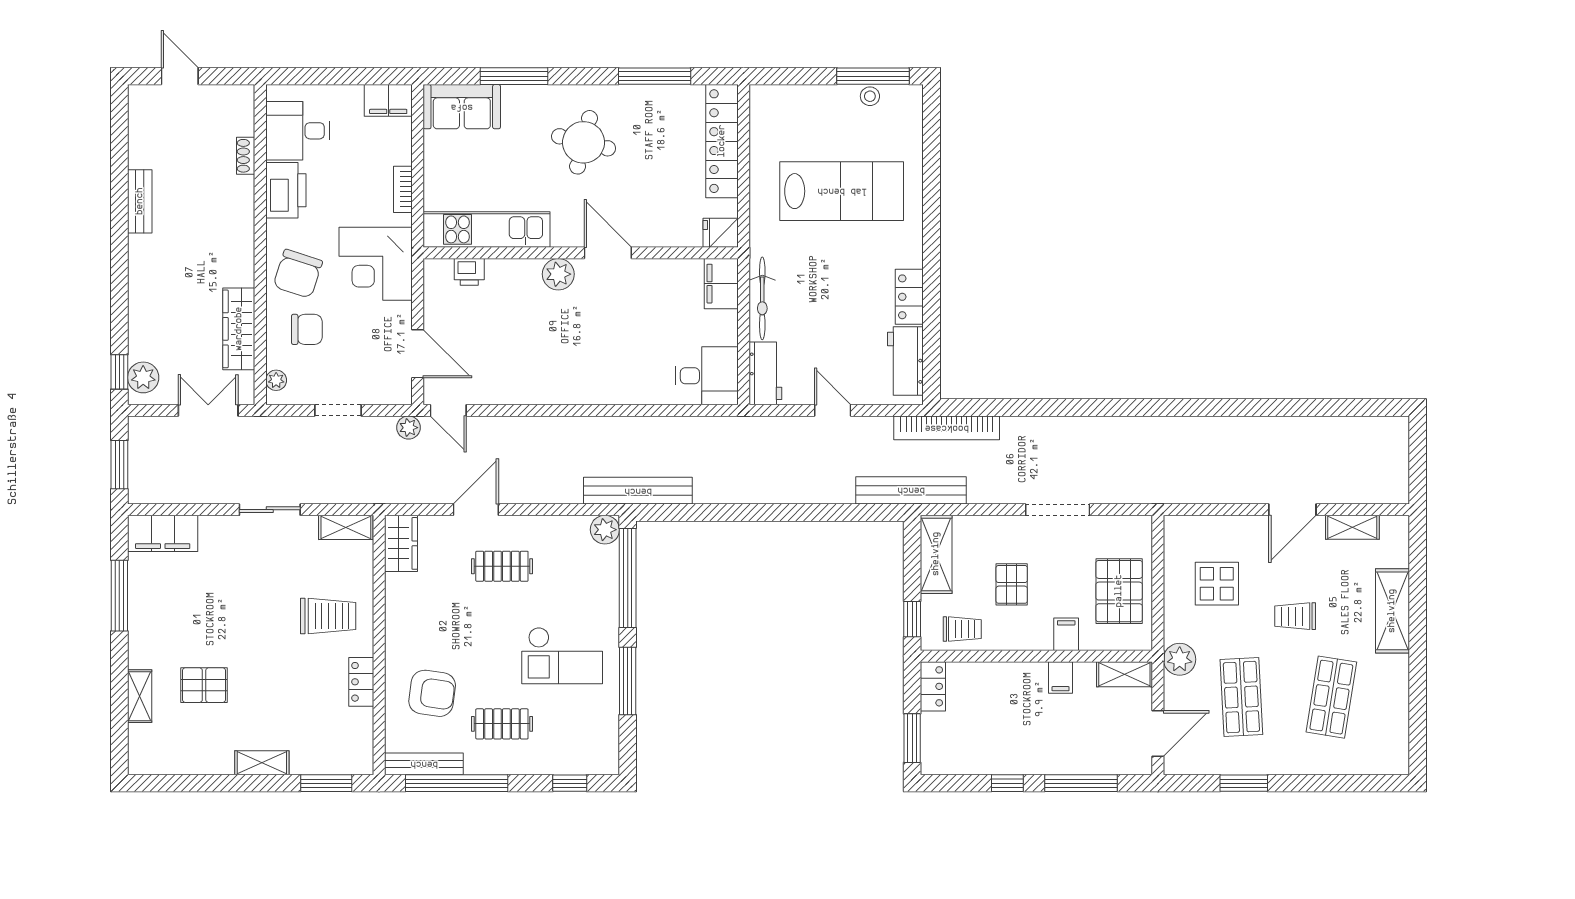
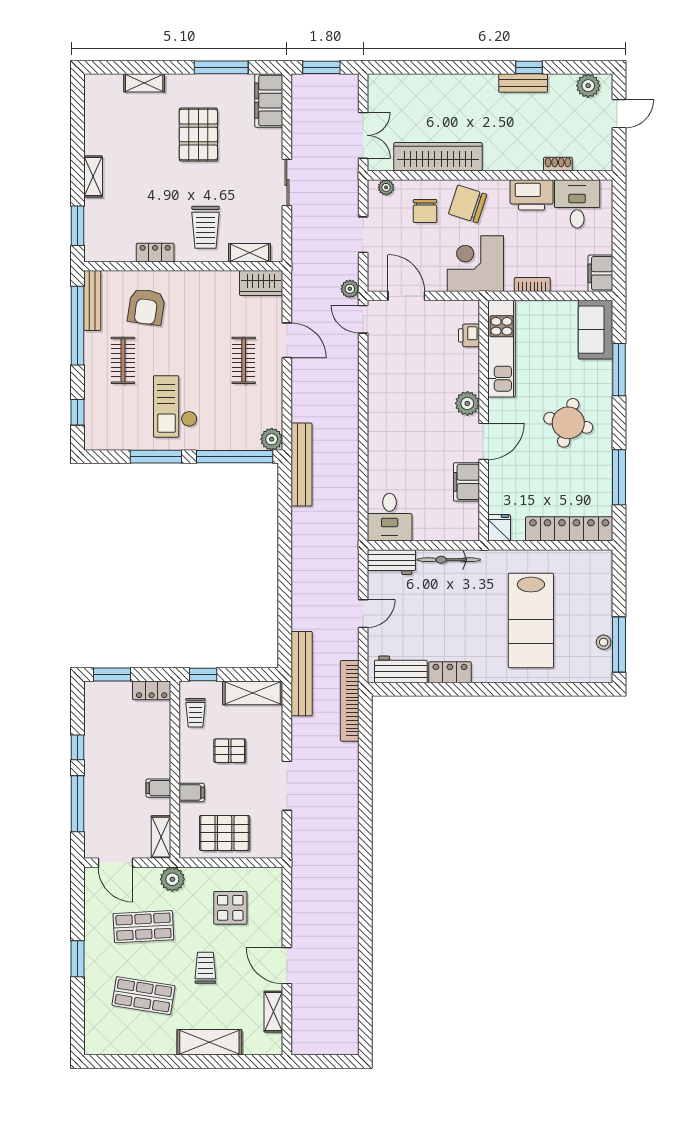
filing cabinet: (721, 284) -> (467, 482), moved, turned -90
wardrobe: (239, 329) -> (438, 157), width x1.40, depth x1.17
door: (418, 354) -> (406, 296), swing flipped
window: (119, 372) -> (529, 67), moved
plant: (143, 377) -> (588, 86), moved
door: (448, 410) -> (363, 319), hinge flipped
shelving: (346, 527) -> (249, 253), moved, turned 90
pallet: (204, 685) -> (198, 134), moved, width x1.50, depth x1.42
window: (1244, 783) -> (78, 959), moved

